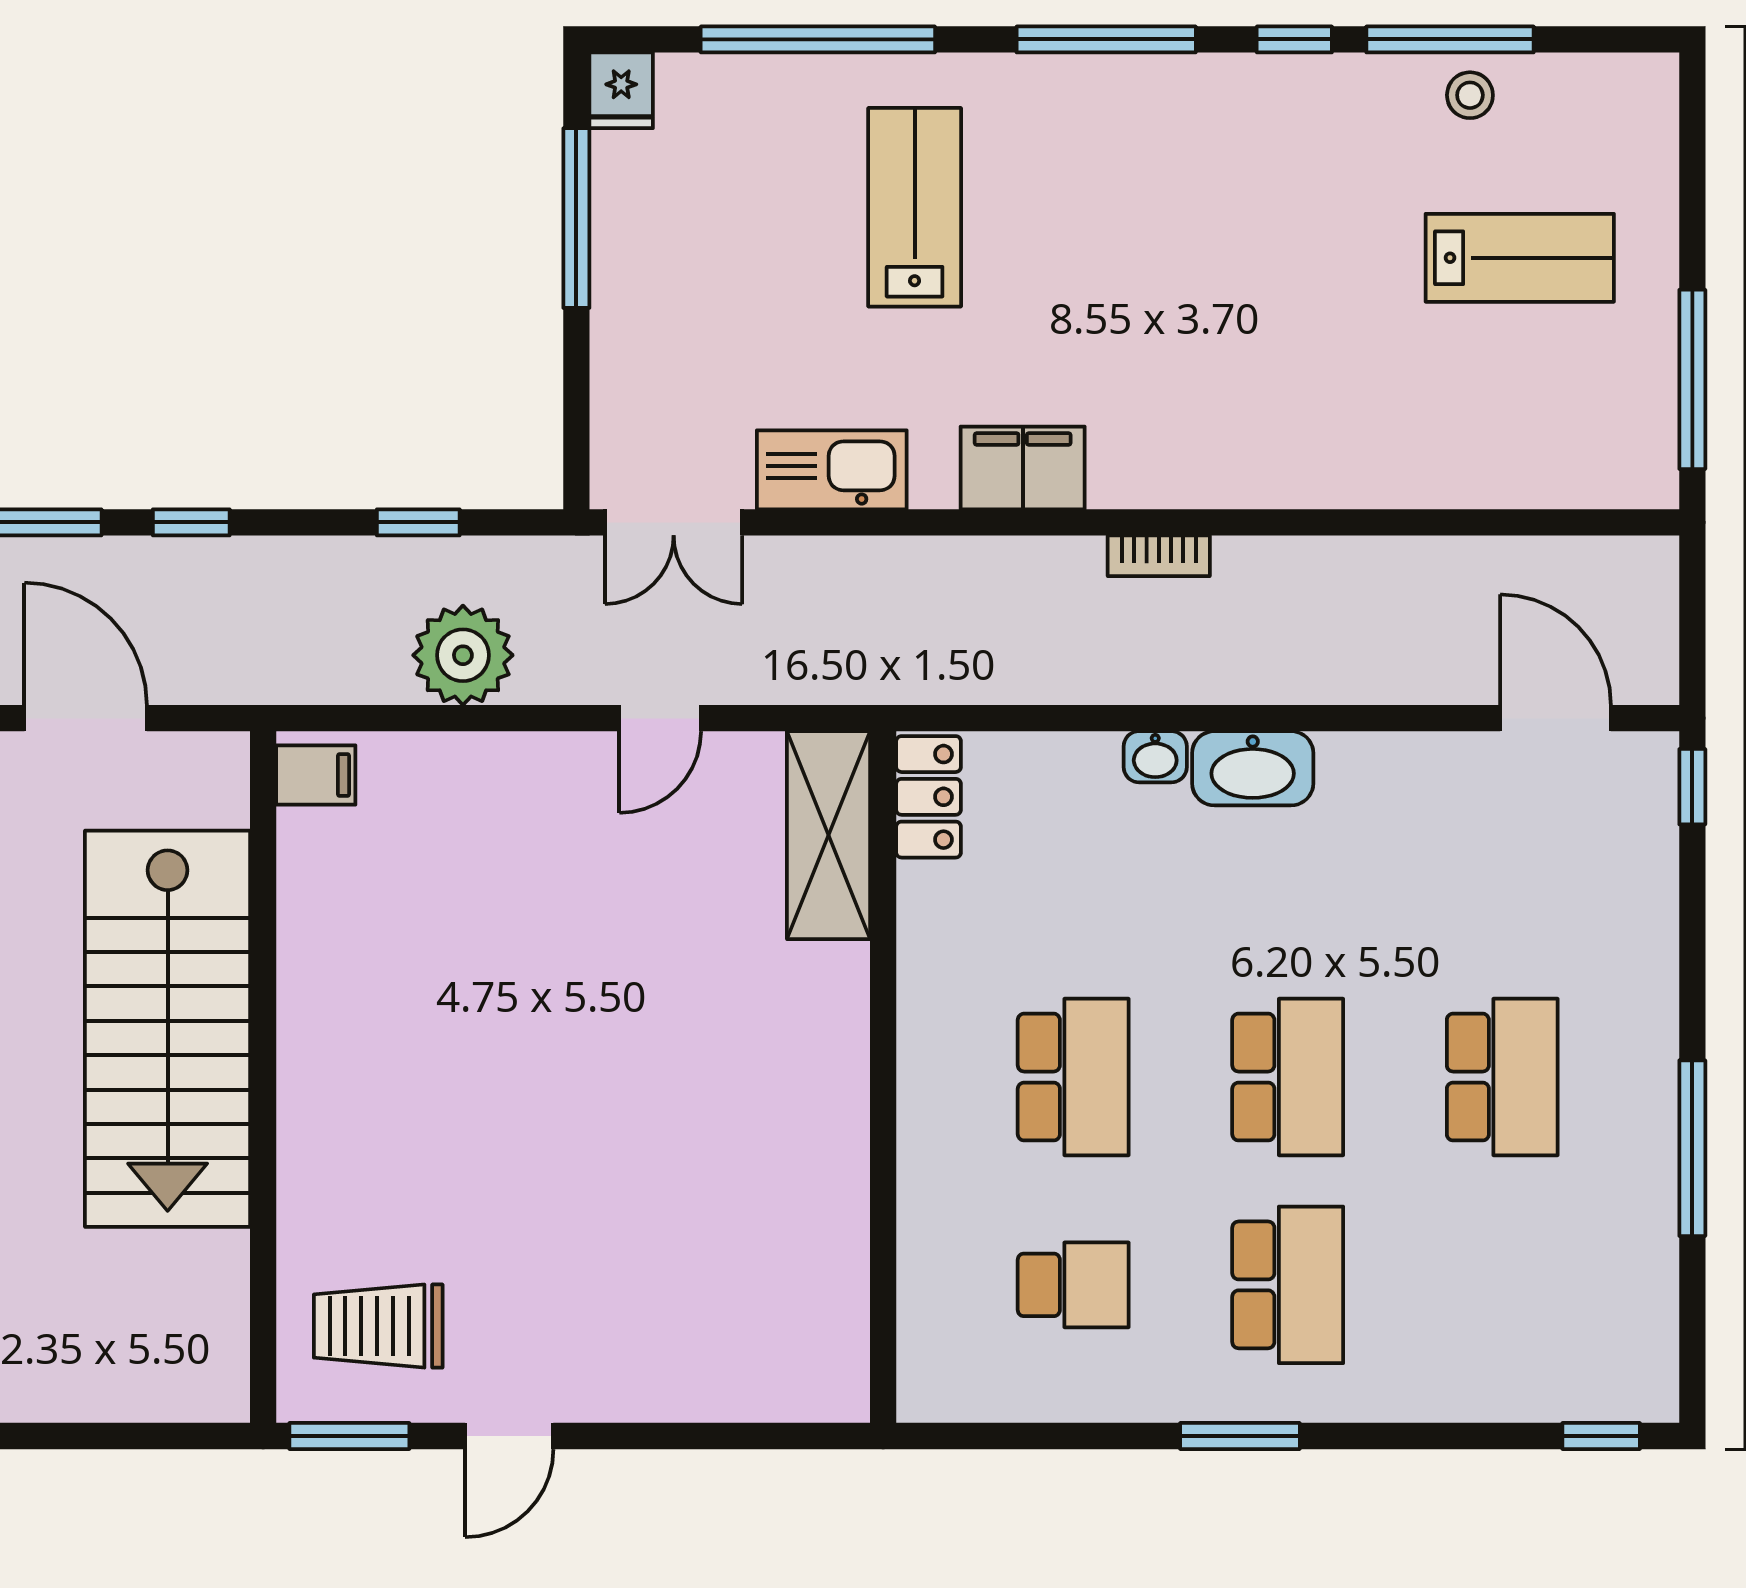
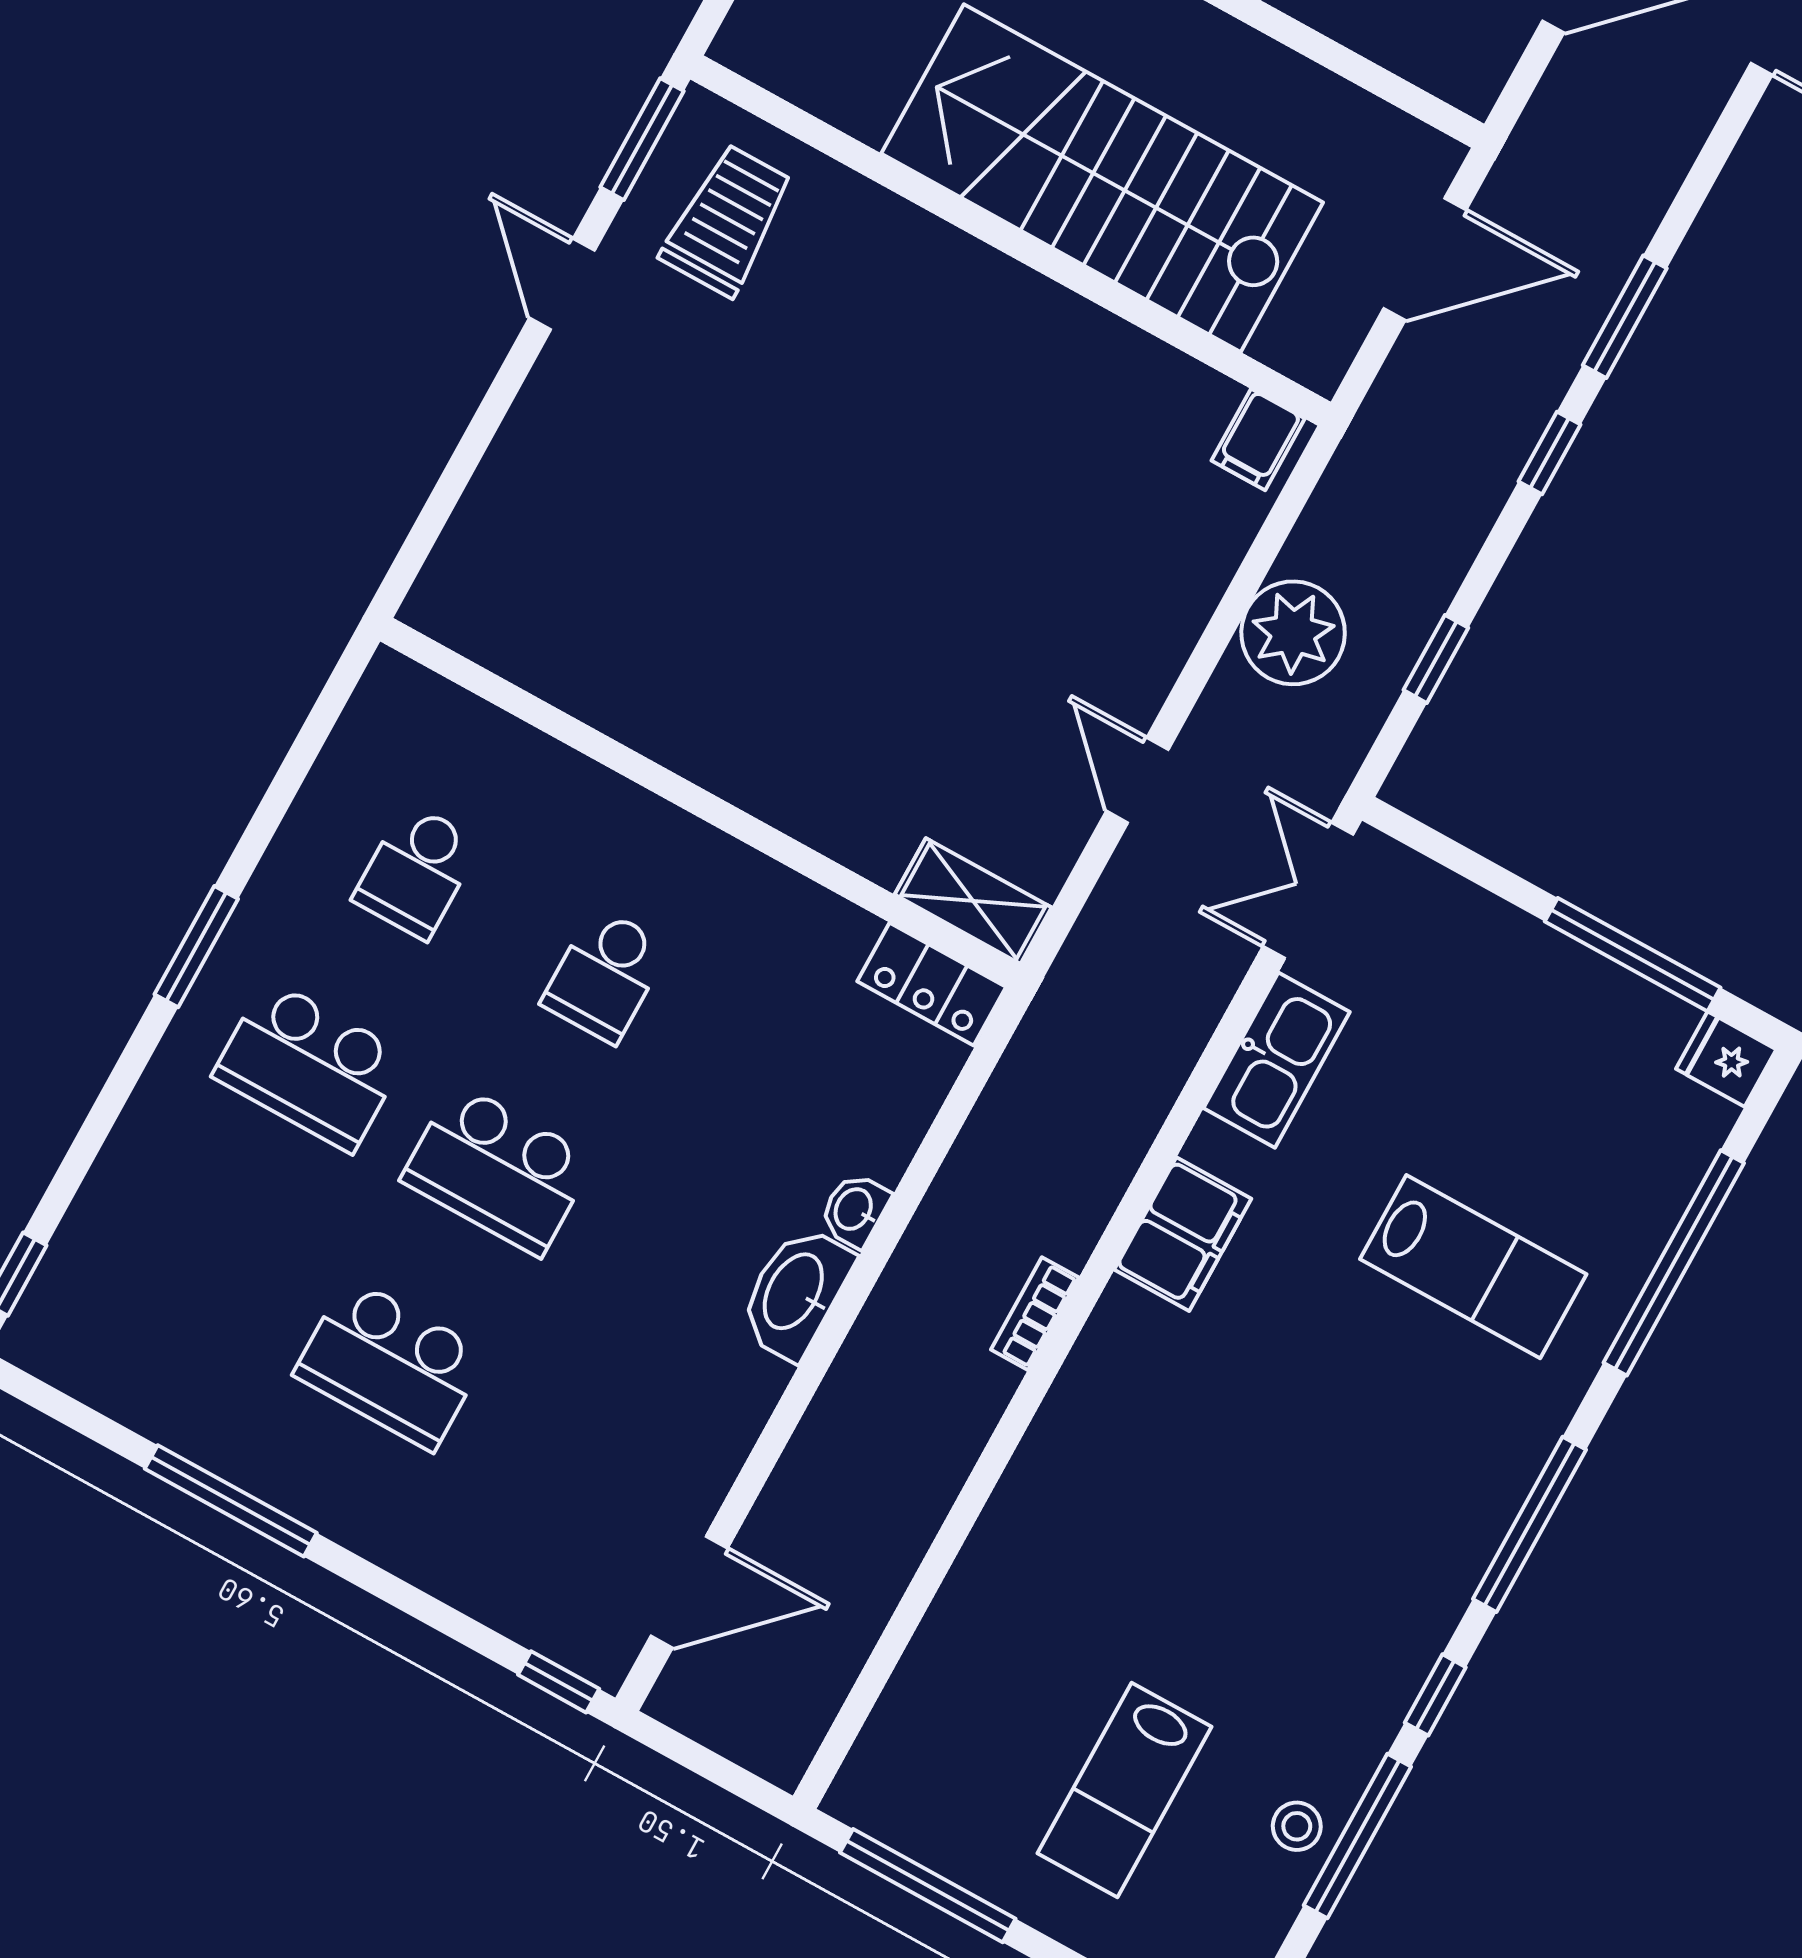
shelving: (828, 835) -> (973, 901), width x0.67, depth x0.75
school desk: (1073, 1077) -> (605, 975), width x0.54

